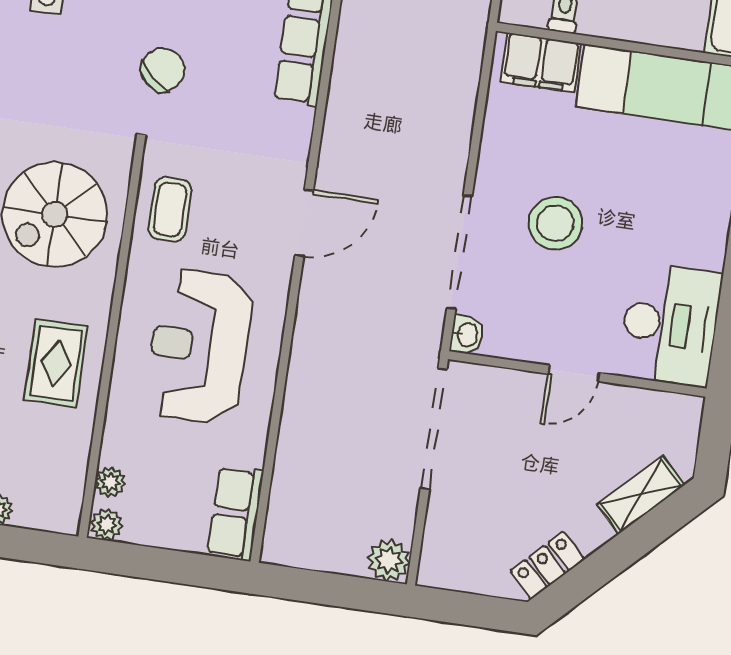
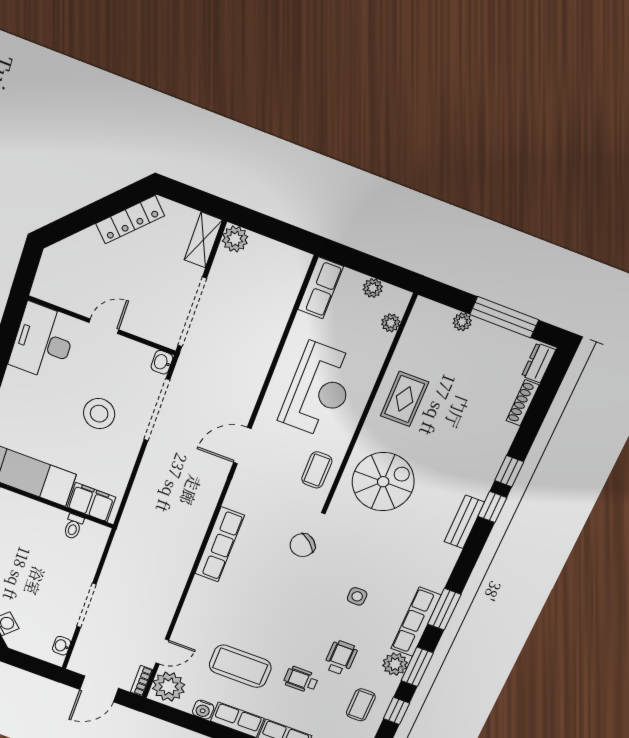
shelving: (641, 495) -> (203, 240), moved, turned -45
plant: (107, 525) -> (373, 288), moved
locker: (547, 565) -> (130, 220), width x1.53

